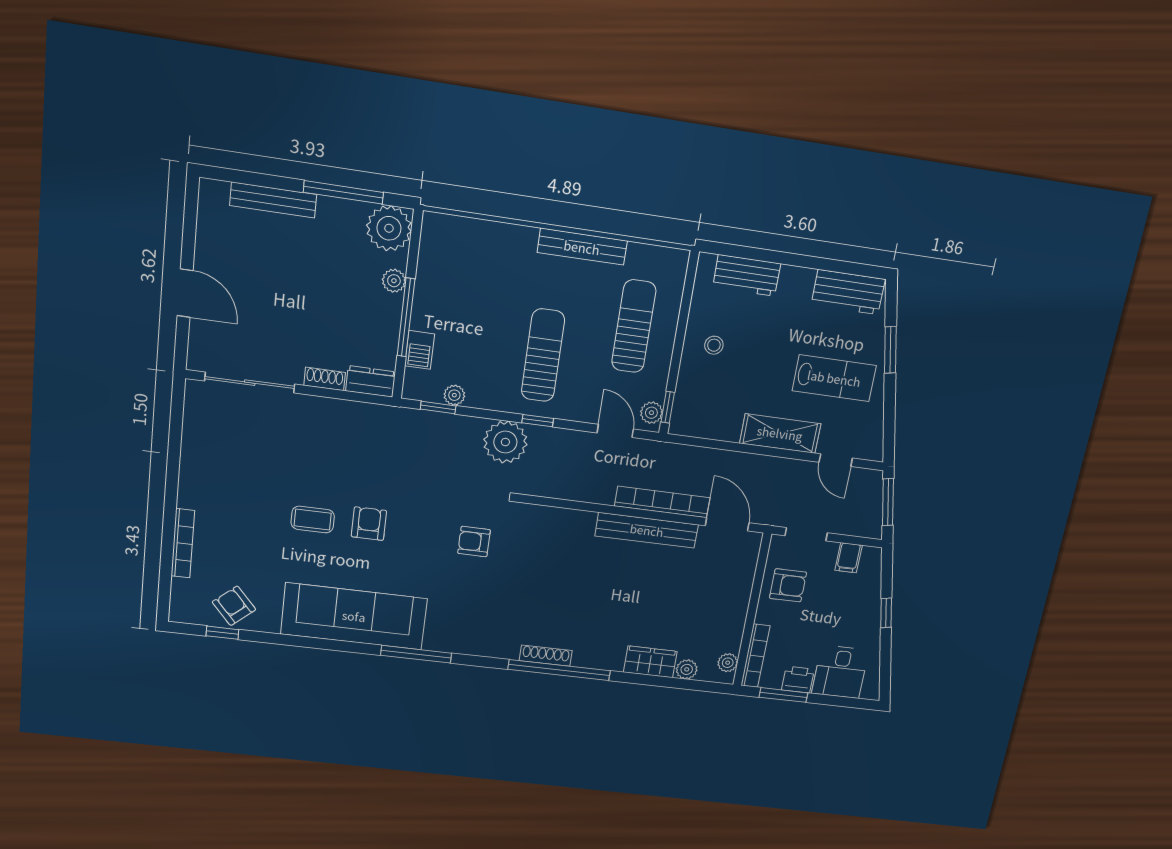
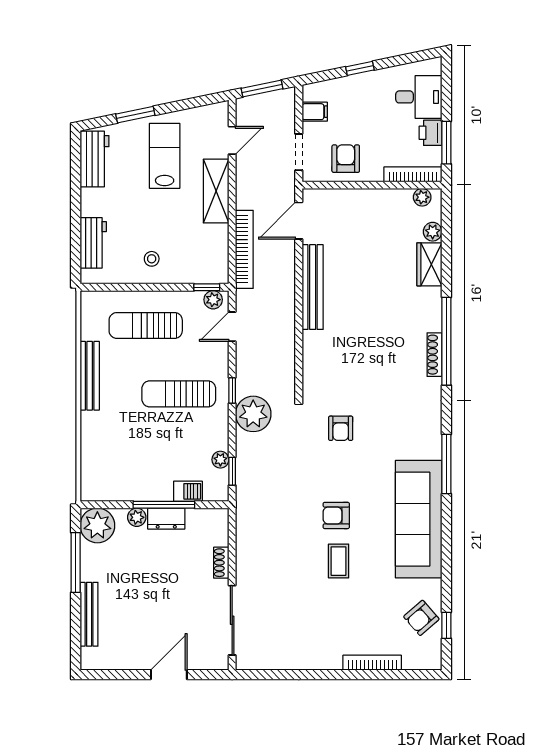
dresser: (370, 381) -> (166, 519), moved, turned -90
bookcase: (662, 502) -> (244, 249), moved, turned 180

